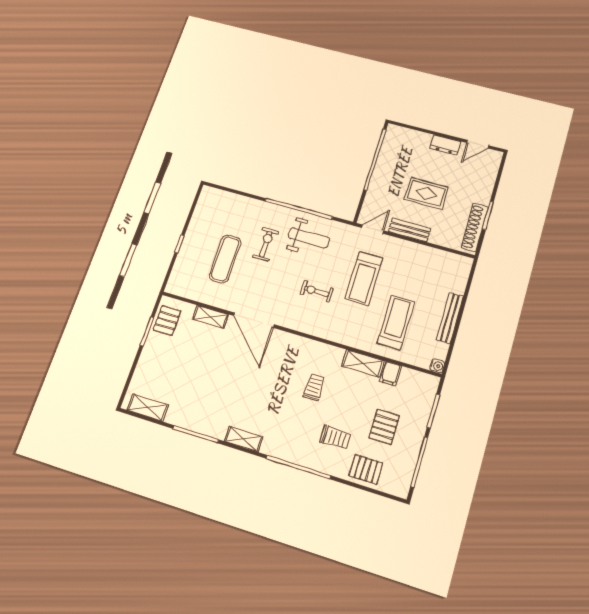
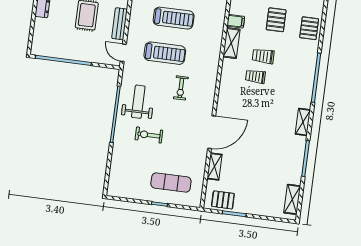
exercise mat: (225, 259) -> (171, 183), moved
treadmill: (396, 322) -> (174, 18), moved, turned 180
pallet: (384, 427) -> (276, 20), turned 90
trolley: (335, 438) -> (263, 56), moved, turned -90

